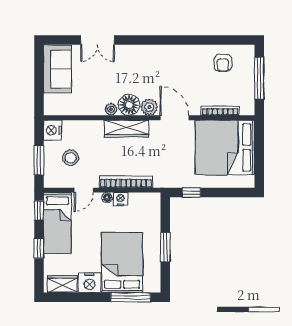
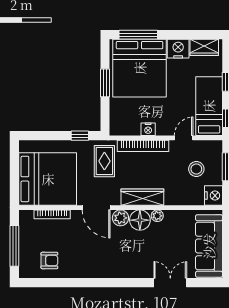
armchair: (223, 63) -> (49, 261), turned 90
sofa: (57, 69) -> (209, 246), width x1.36
rug: (166, 166) -> (104, 161), added
floor lamp: (107, 198) -> (161, 131), removed
bed: (122, 263) -> (140, 68), width x1.36

